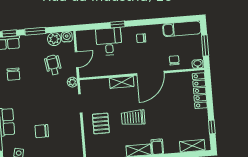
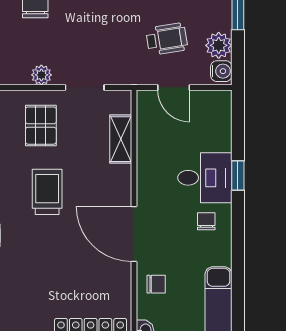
desk: (109, 42) -> (205, 178), moved
plant: (72, 82) -> (41, 75), moved
shelving: (122, 82) -> (121, 139), moved
pallet: (101, 123) -> (41, 126), turned 90

